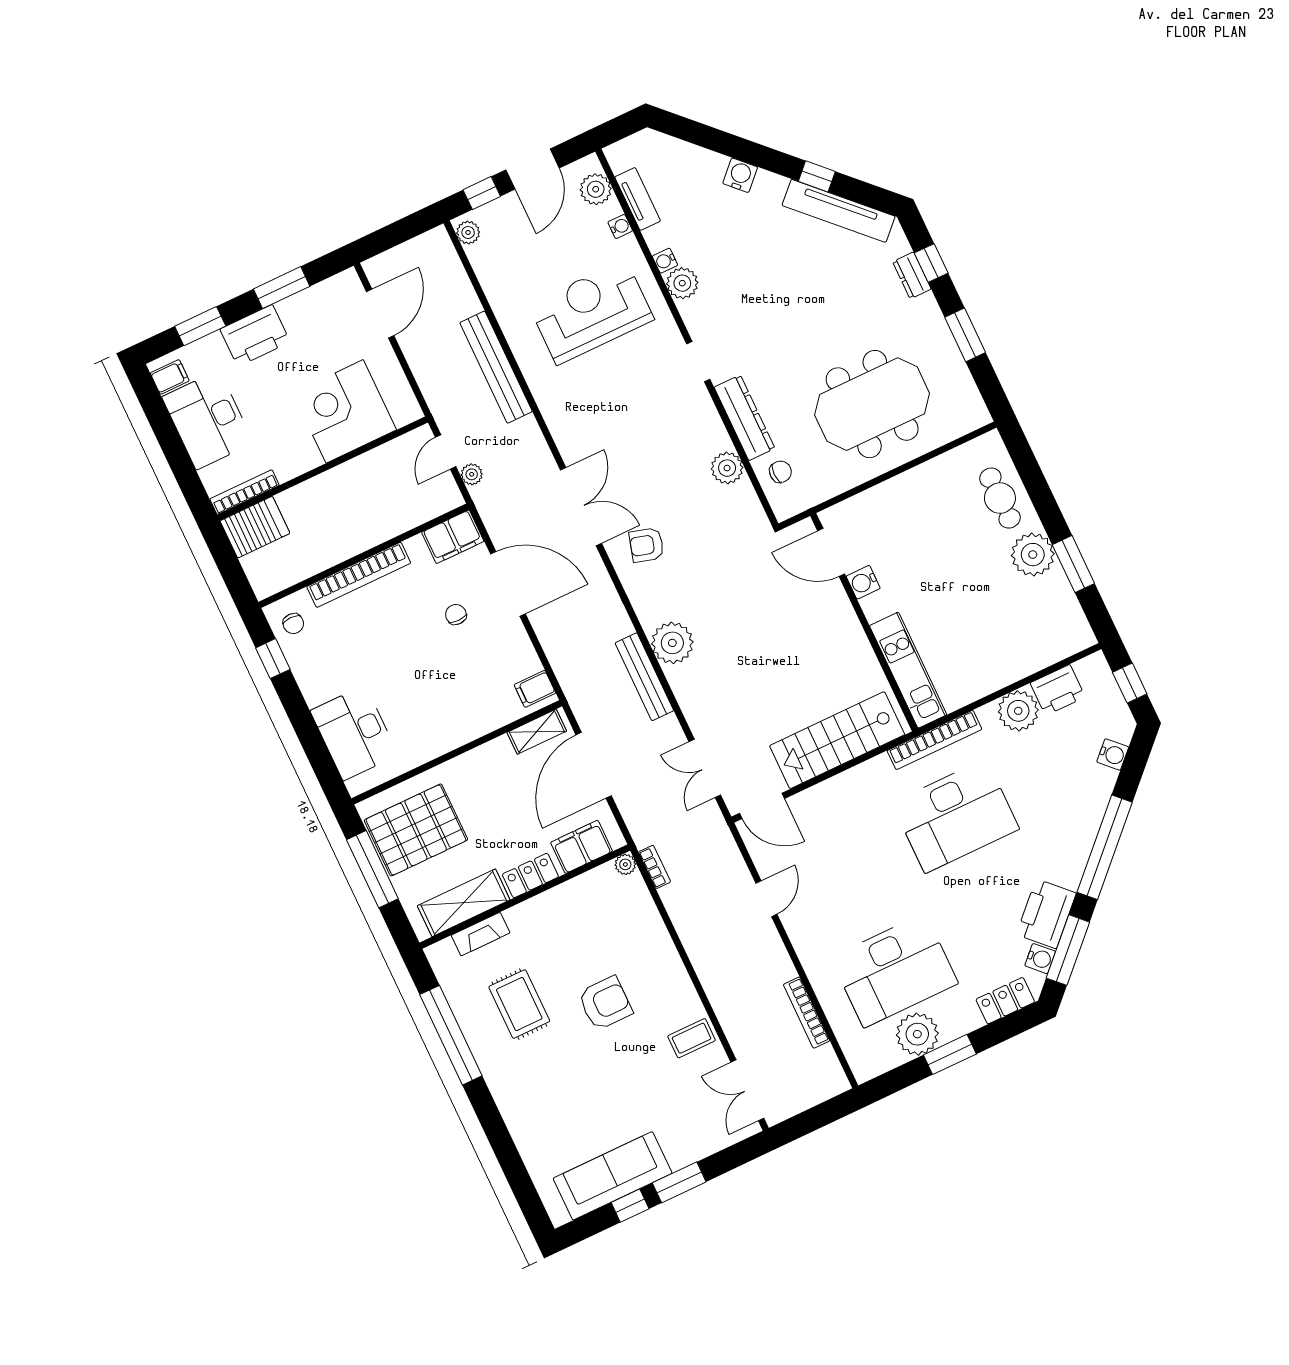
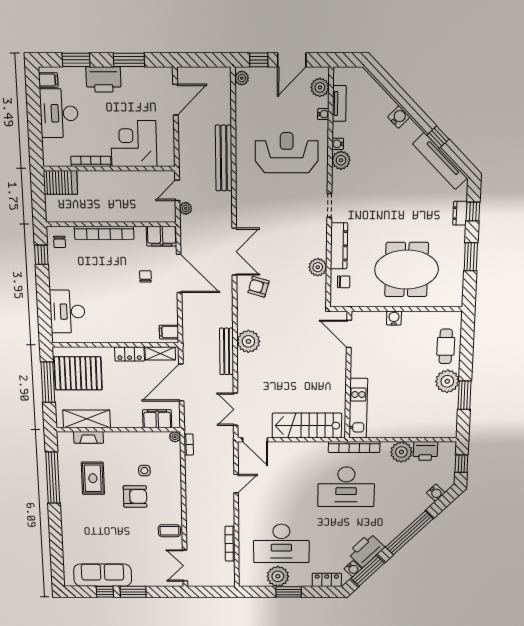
bookcase: (245, 492) -> (91, 161), moved
water cooler: (863, 582) -> (394, 318), moved, turned 90
locker: (530, 876) -> (130, 354), moved, turned 180
side table: (601, 949) -> (144, 471), added

